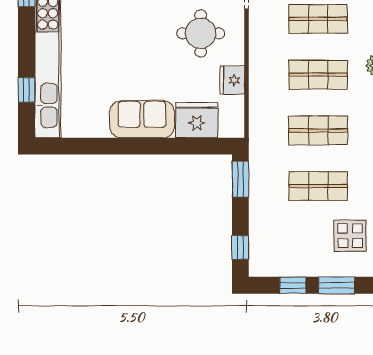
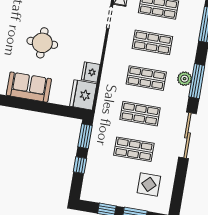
round table: (201, 33) -> (42, 43), moved
fridge: (197, 120) -> (83, 95), moved, turned -90
window: (240, 247) -> (80, 165), moved

